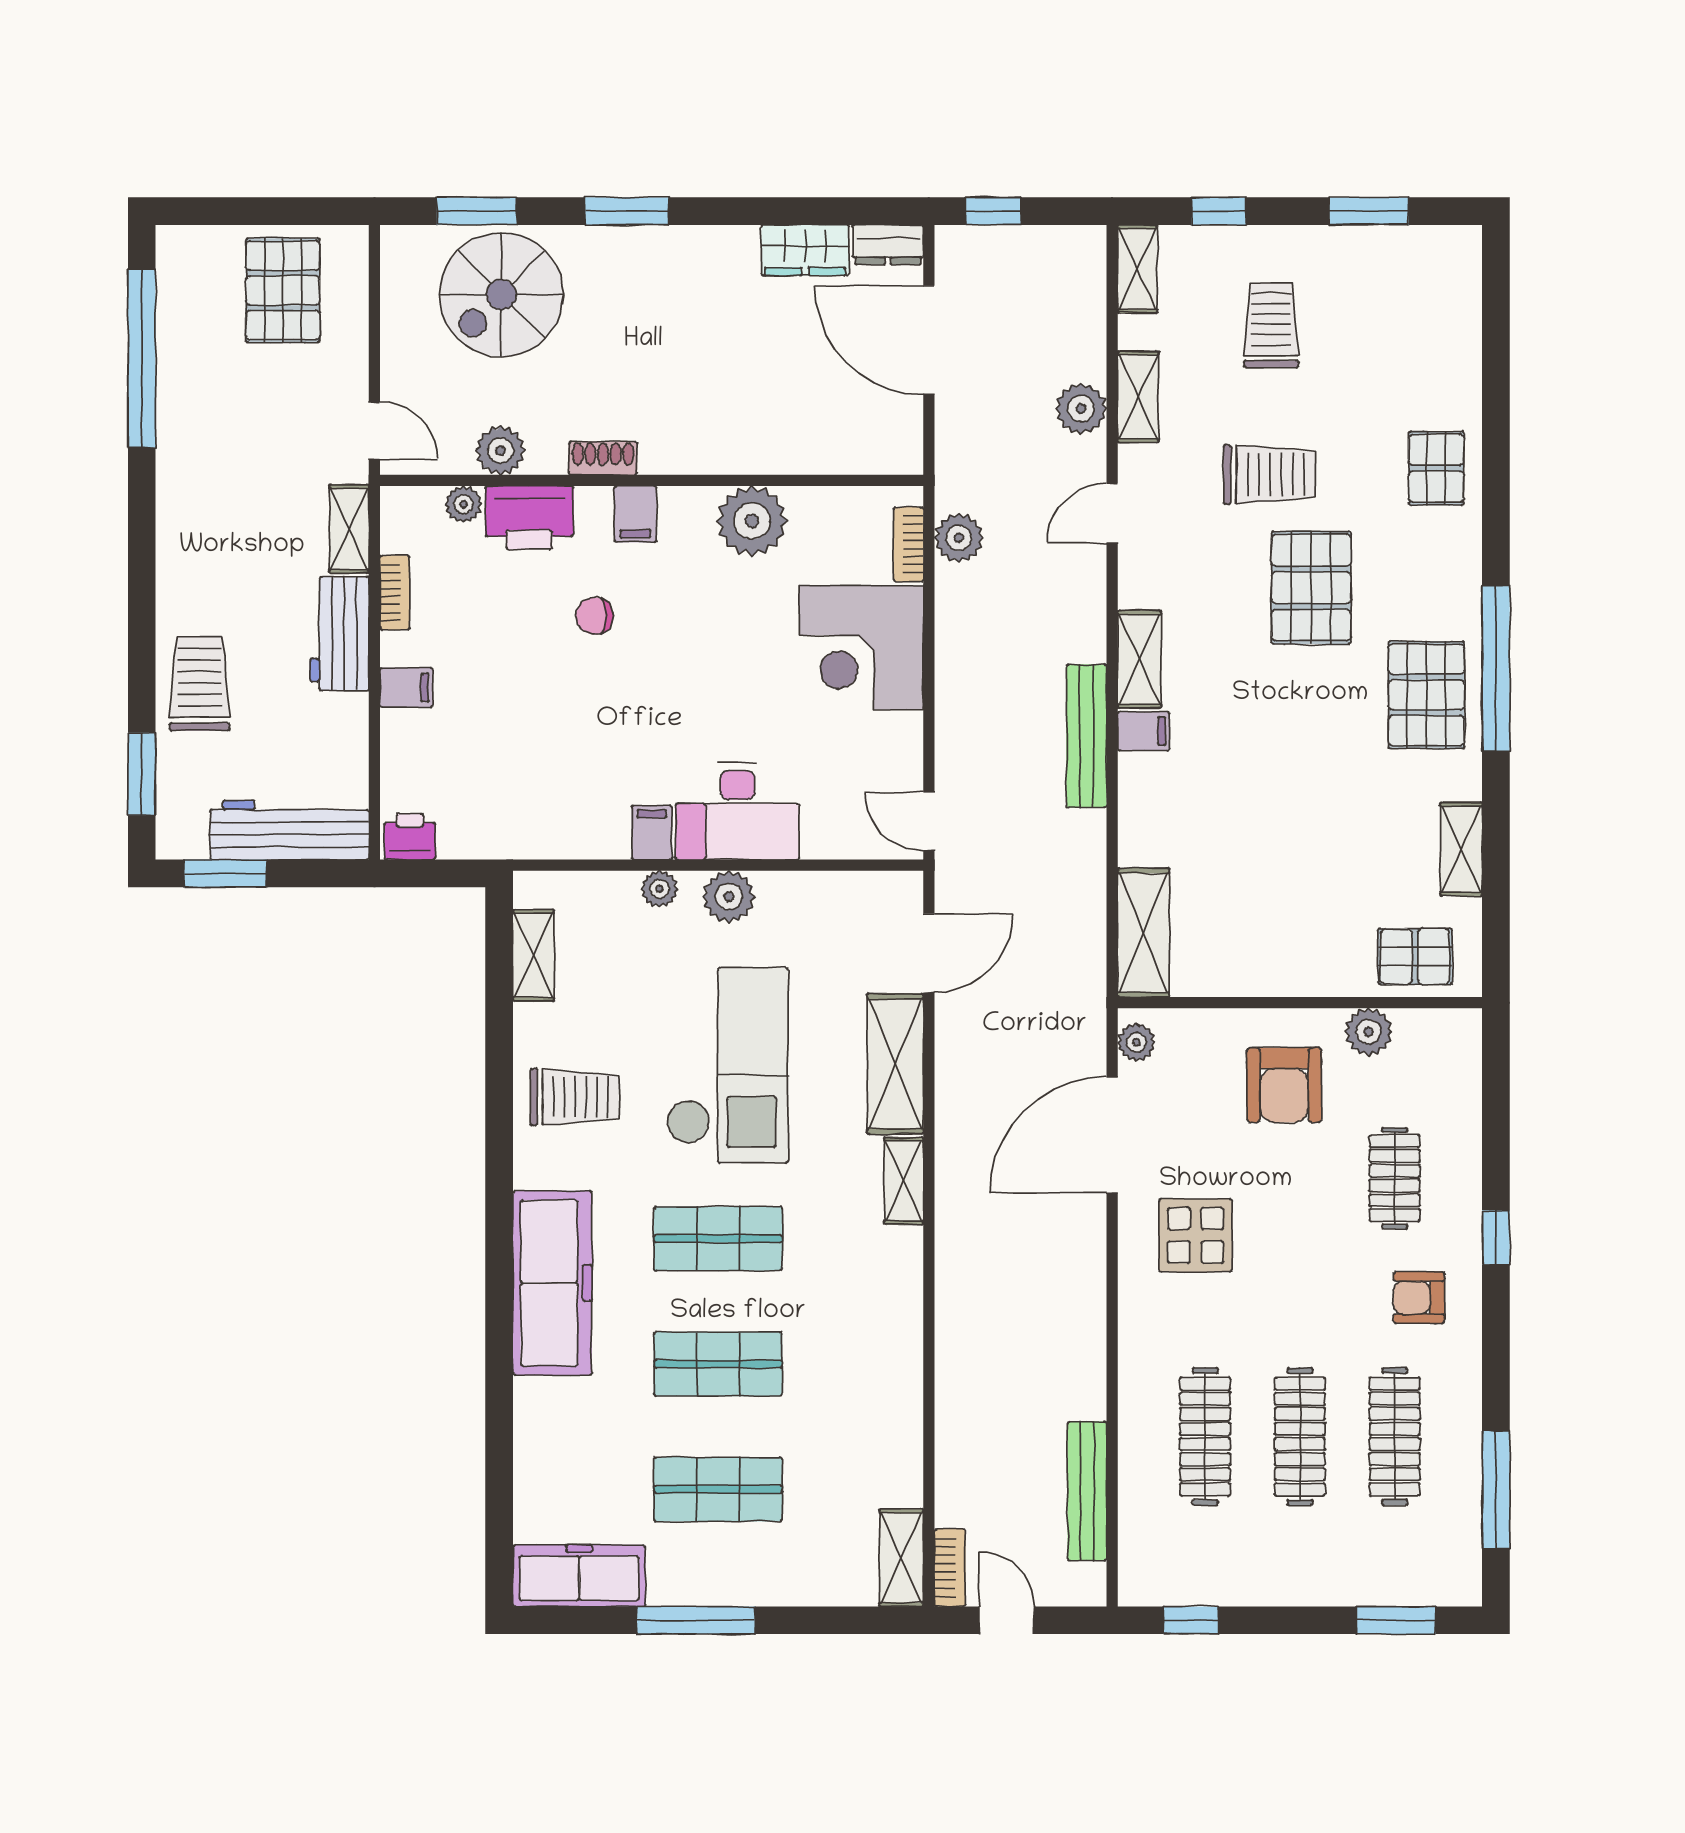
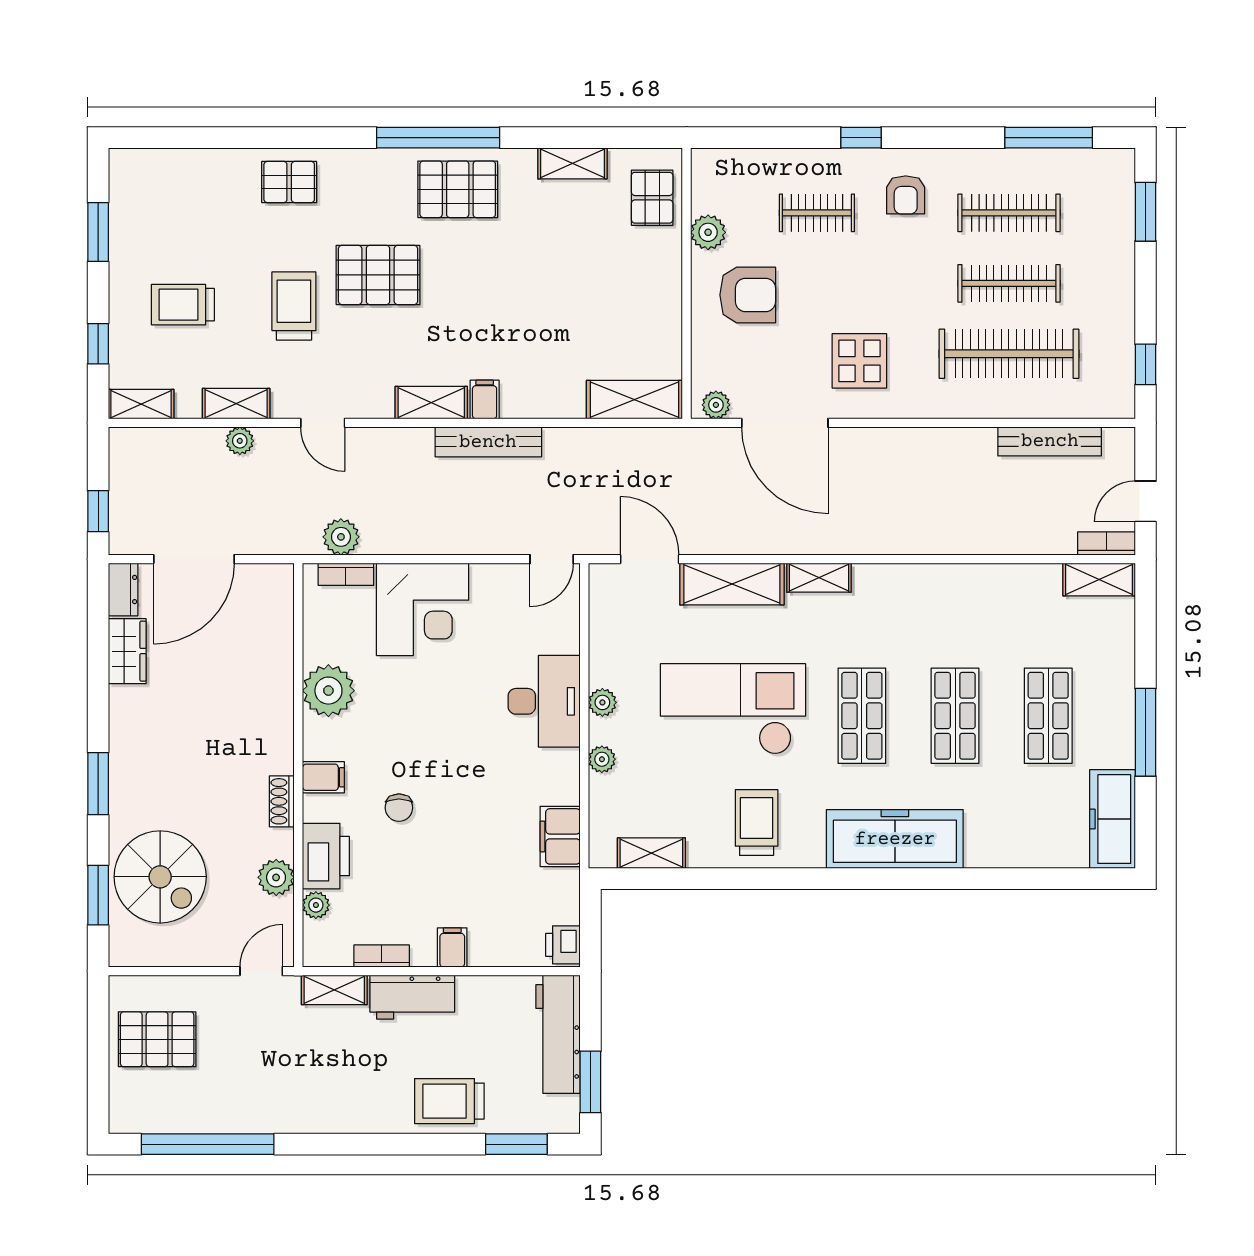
plant: (1081, 409) -> (240, 441), width x0.73, depth x0.73
filing cabinet: (652, 833) -> (560, 836), moved, width x2.00
plant: (729, 897) -> (602, 702), width x0.73, depth x0.73
clothes rail: (1205, 1437) -> (1009, 354), width x1.37, depth x1.31

